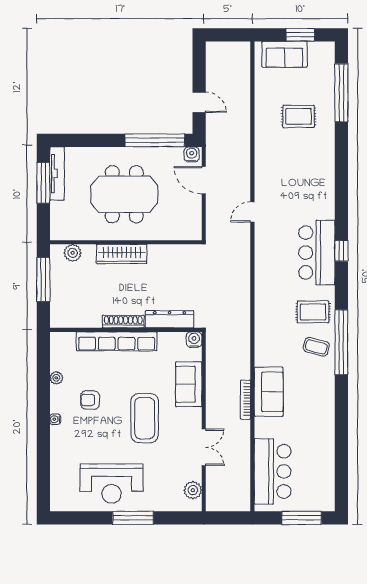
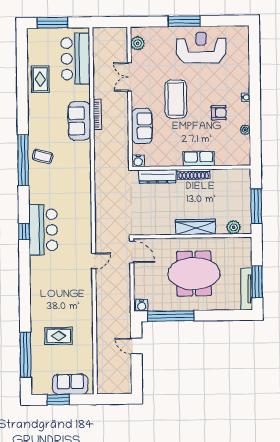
door: (204, 180) -> (132, 252), moved
rug: (313, 312) -> (40, 79), moved, turned 90
row of seats: (117, 341) -> (199, 159), width x0.50

